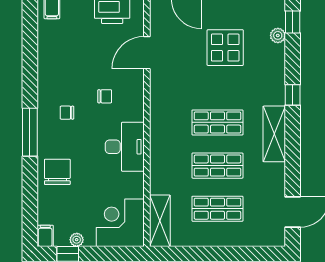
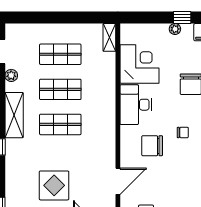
plant: (278, 35) -> (11, 75), moved
chair: (105, 96) -> (152, 146), width x1.87, depth x1.87
shelving: (160, 221) -> (109, 37), width x0.67, depth x0.75
corner desk: (120, 223) -> (139, 64), moved, turned -90

